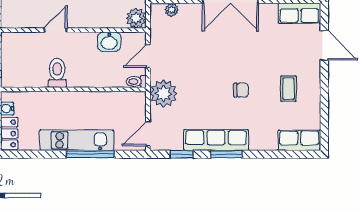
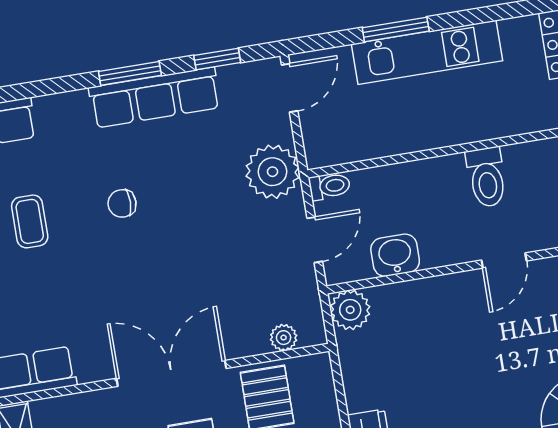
window: (90, 154) -> (396, 29), width x0.69

